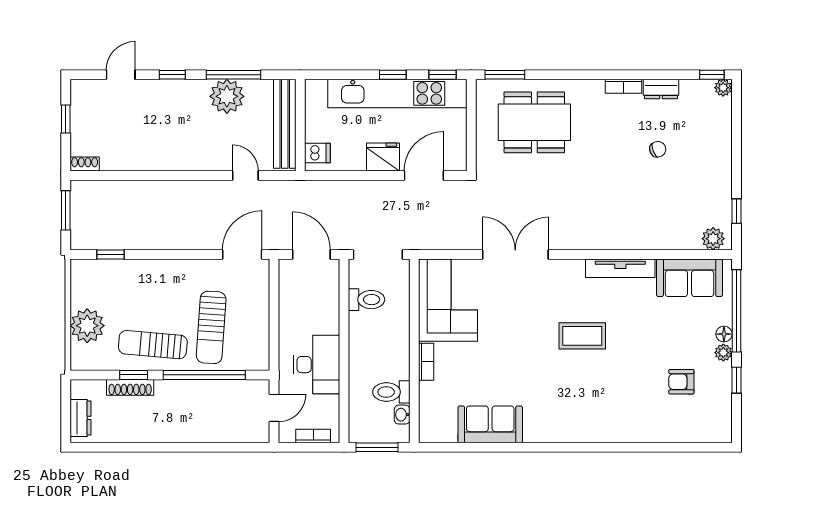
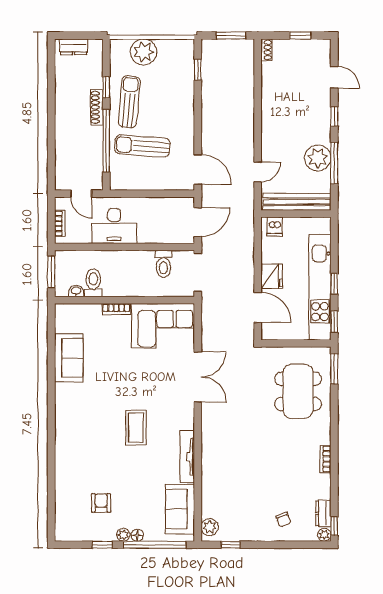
dresser: (661, 89) -> (323, 513), moved
chair: (658, 149) -> (283, 520), moved
shoe rack: (130, 387) -> (97, 107), moved

